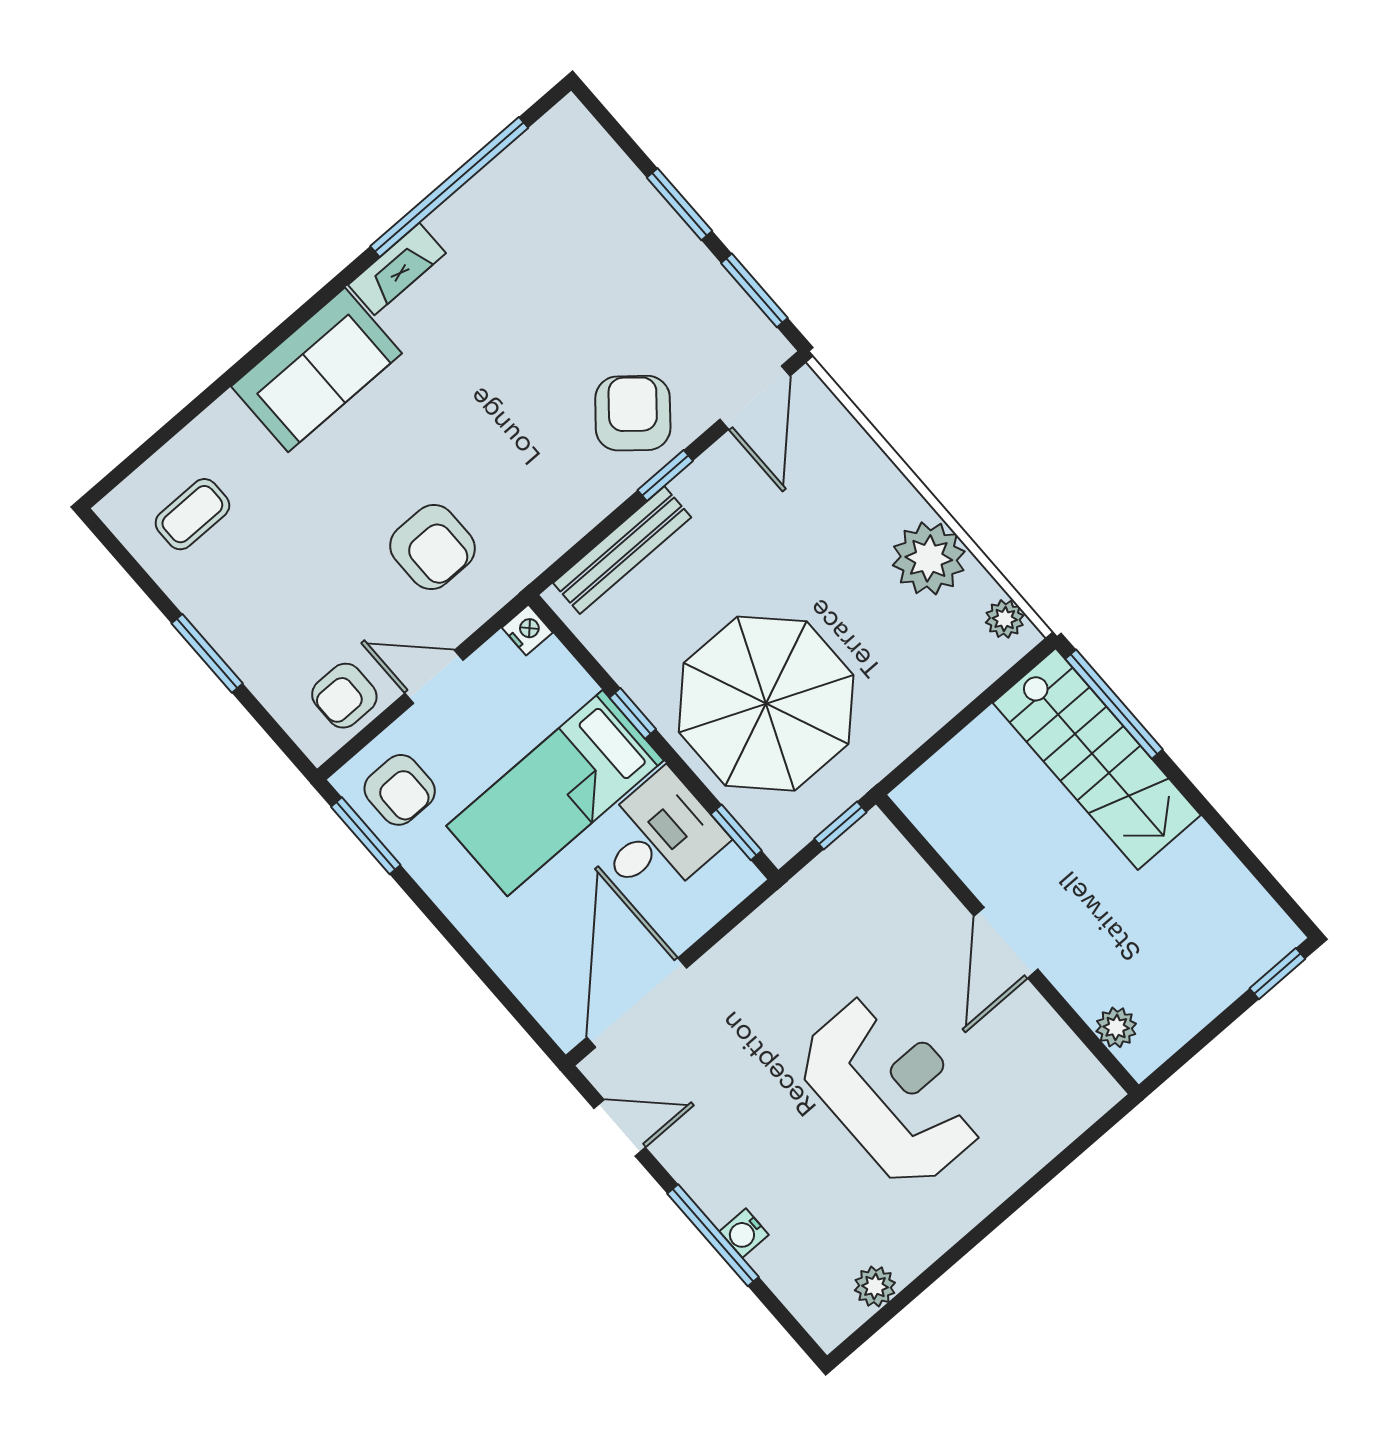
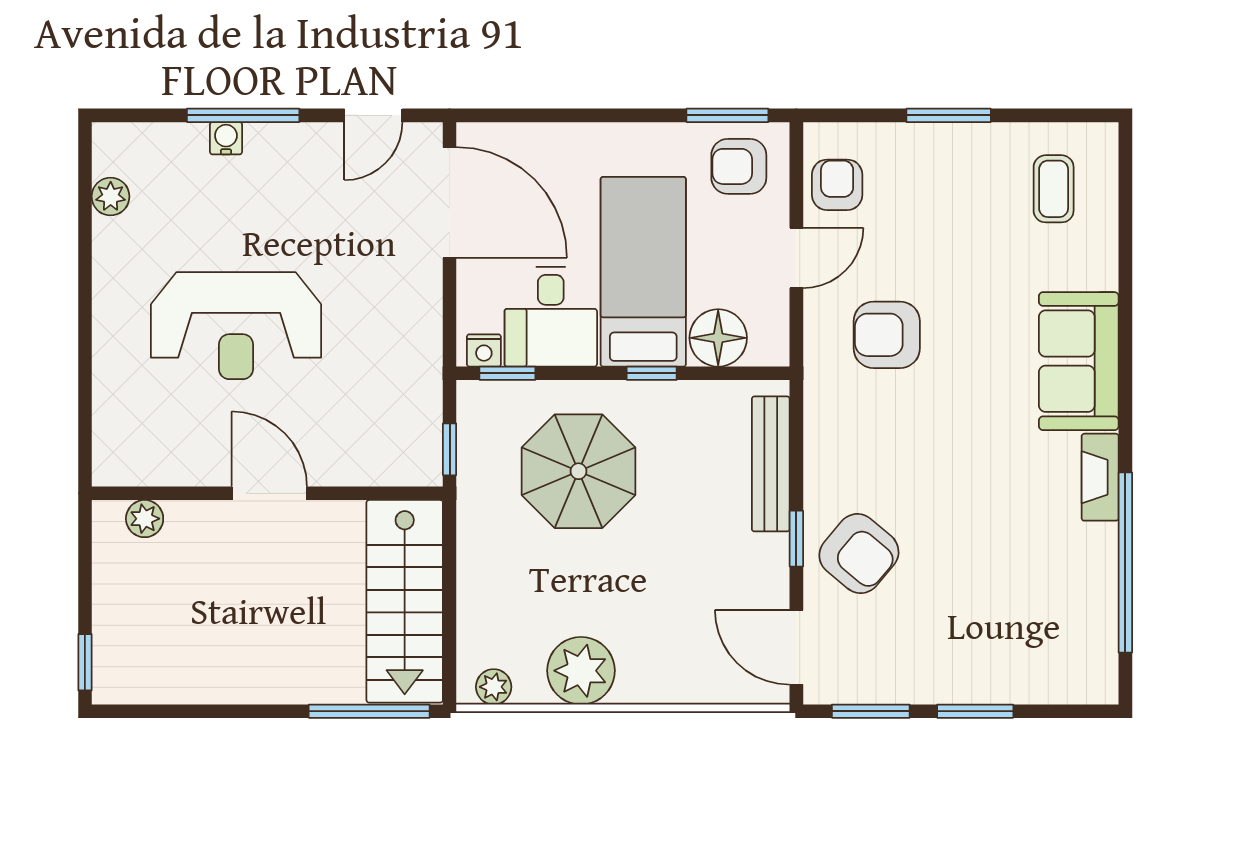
nightstand: (527, 630) -> (484, 350), moved
floor lamp: (556, 684) -> (718, 338), added
parasol: (766, 704) -> (578, 471), width x0.73, depth x0.73
stairs: (1097, 759) -> (405, 601), moved, turned -90

